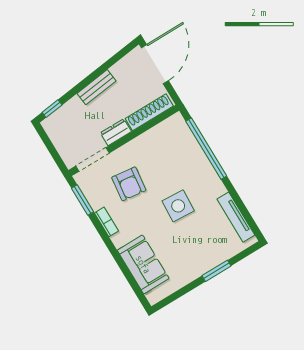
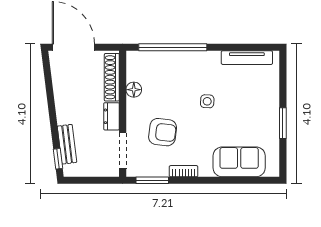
bench: (97, 87) -> (67, 144), moved
floor lamp: (150, 137) -> (134, 90), added
side table: (178, 206) -> (207, 101), width x0.54, depth x0.54
window: (217, 271) -> (283, 123), moved

